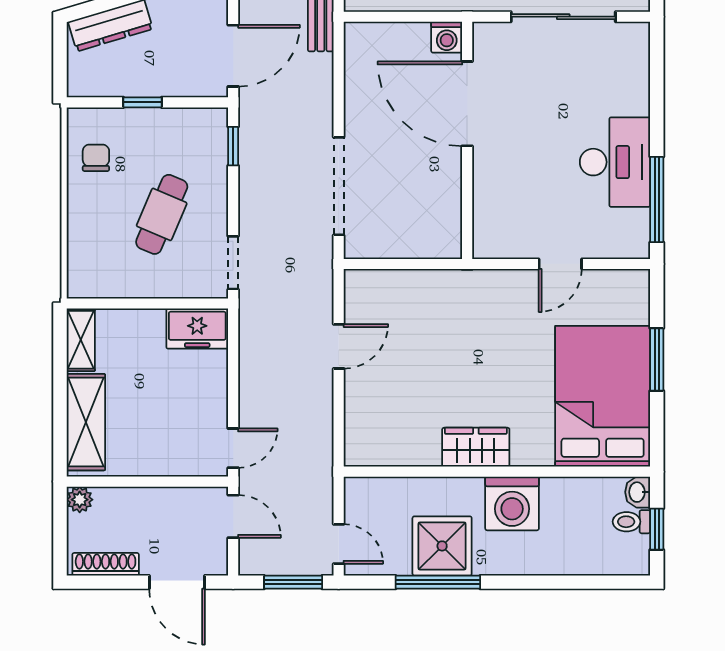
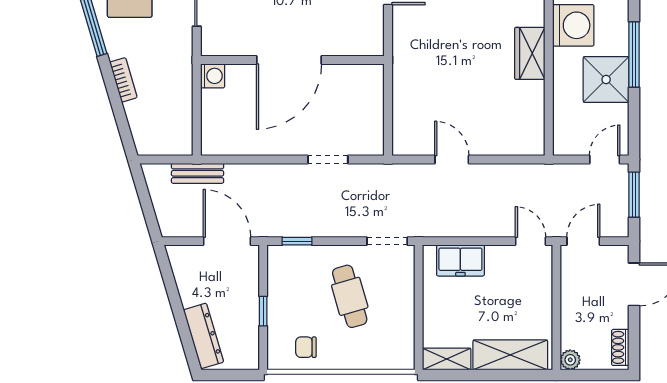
door: (467, 104) -> (289, 60), moved
doorway: (339, 186) -> (328, 159), width x0.53
cafe table: (162, 214) -> (350, 296), turned 51
freezer: (197, 329) -> (460, 260), moved, turned 90
shoe rack: (106, 564) -> (620, 347), width x0.70
window: (438, 582) -> (634, 55), moved

